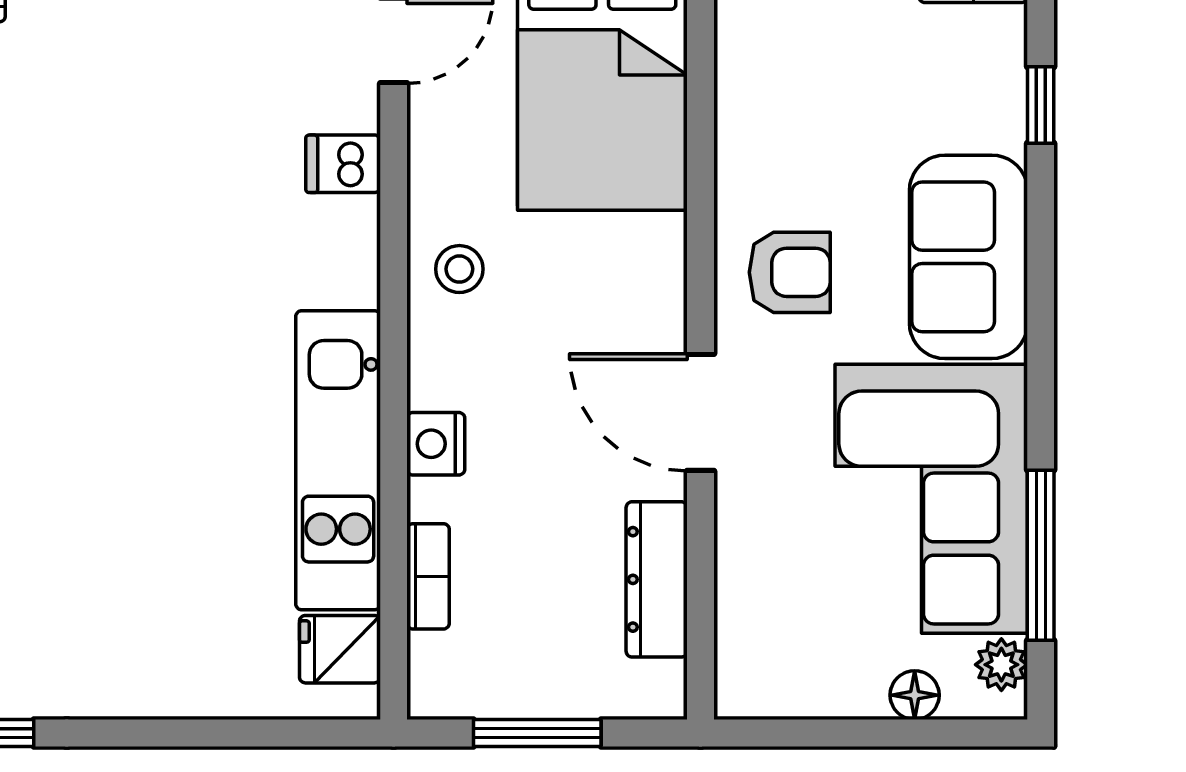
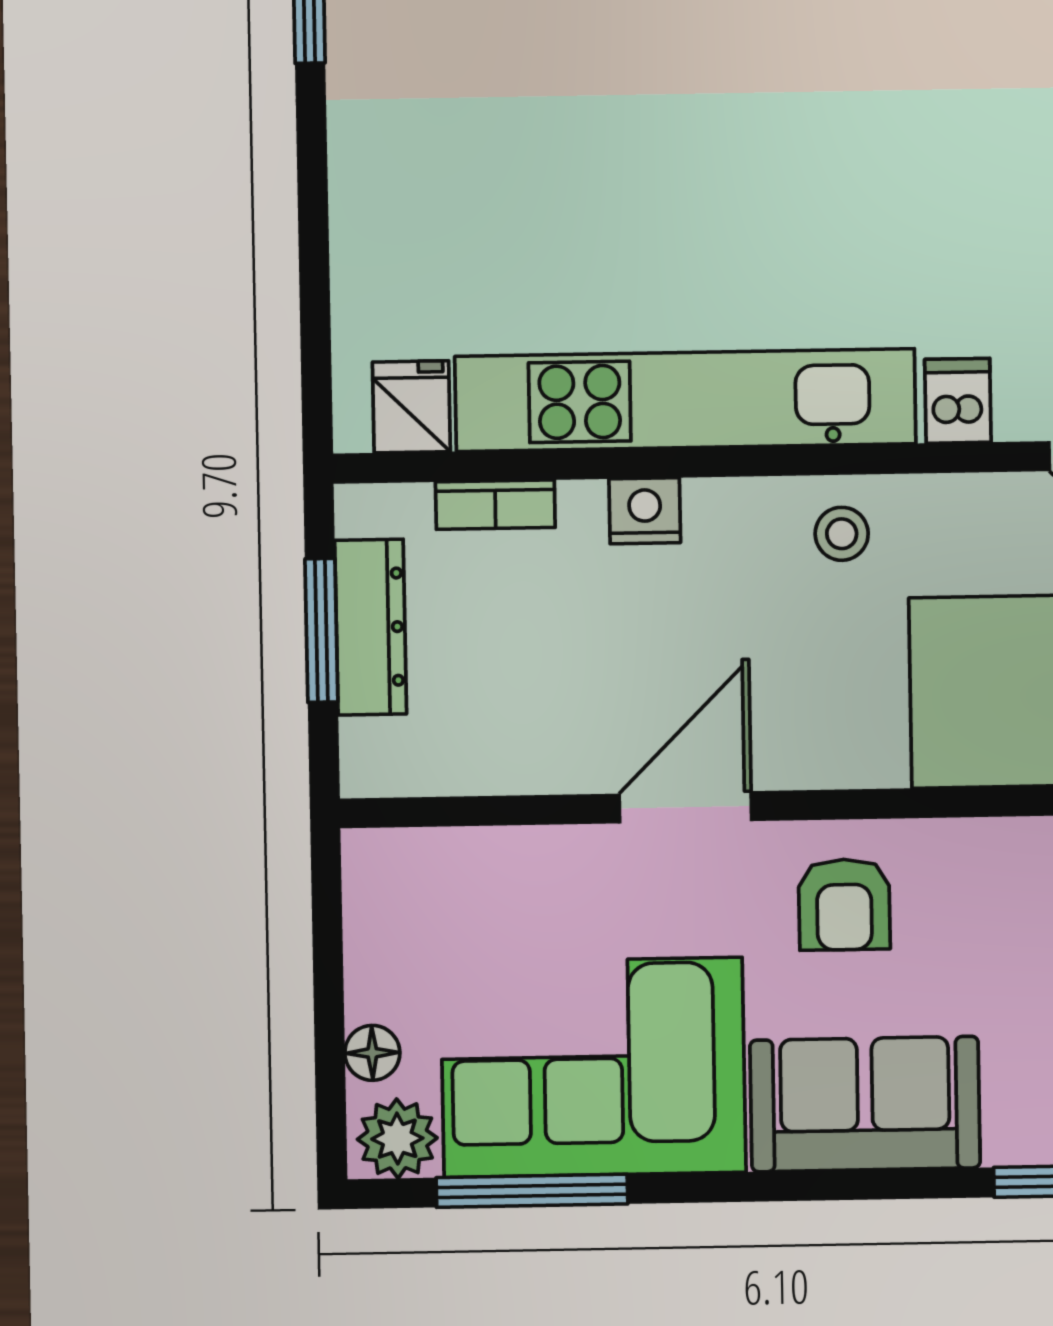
kitchen unit: (338, 460) -> (685, 400), width x1.36
dresser: (657, 579) -> (371, 627), moved, turned 90
plant: (1001, 665) -> (397, 1139), width x1.38, depth x1.38

